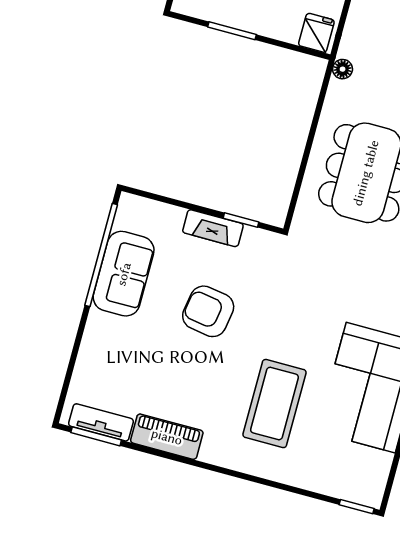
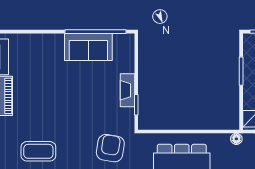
armchair: (208, 311) -> (110, 148), moved
coffee table: (274, 404) -> (38, 151), width x0.73, depth x0.76

